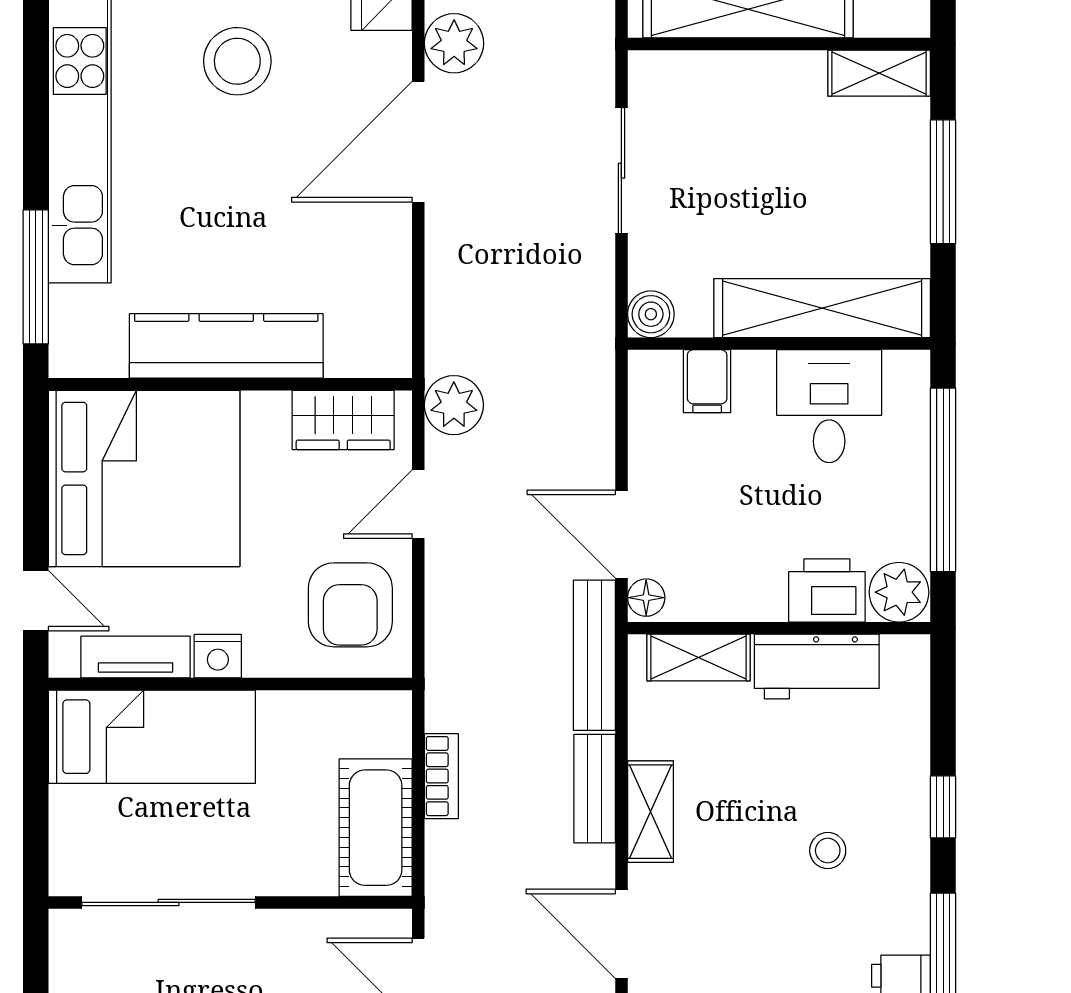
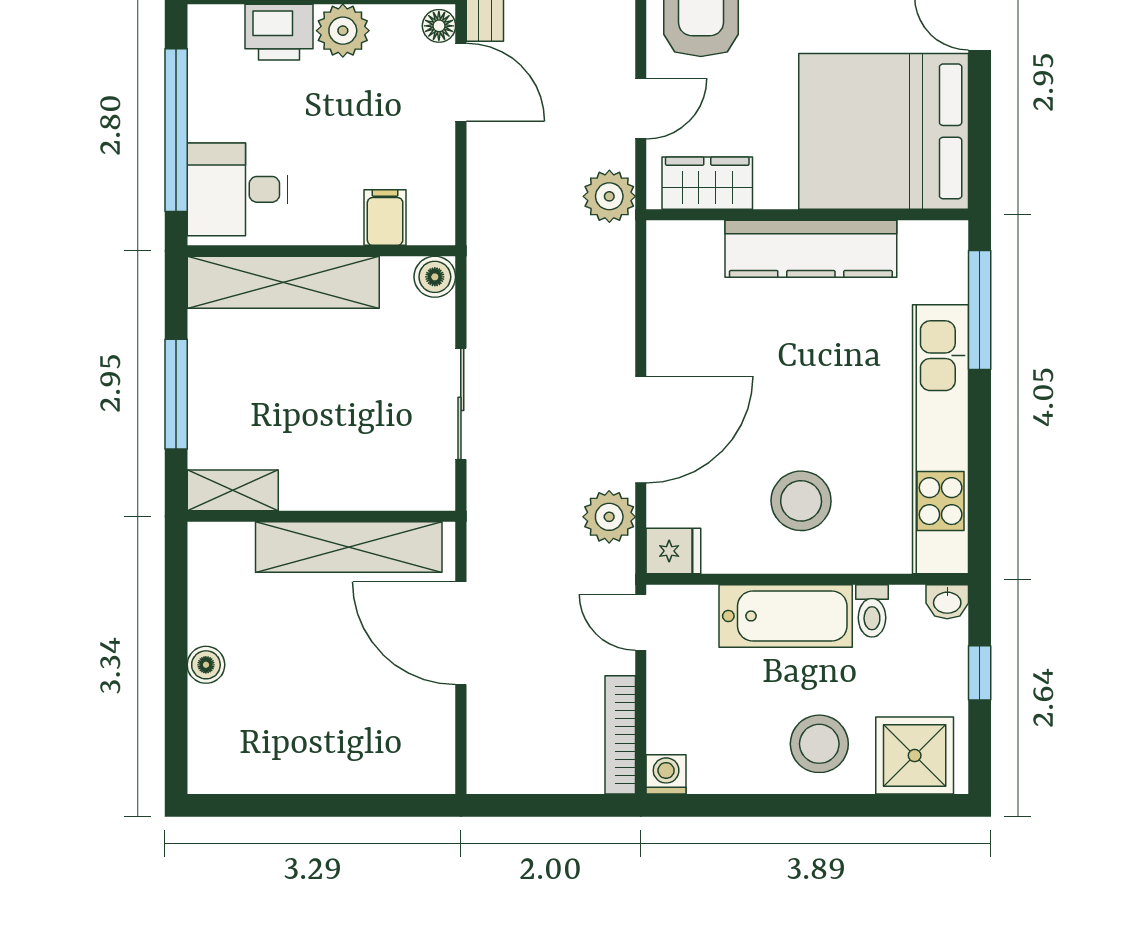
desk: (829, 406) -> (237, 189), moved, turned 90
plant: (899, 592) -> (343, 31), moved

